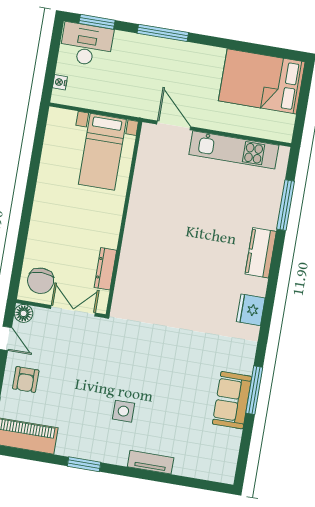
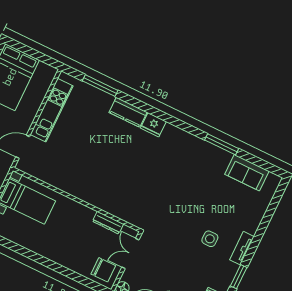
fridge: (251, 310) -> (153, 125), moved
sofa: (232, 400) -> (247, 173), moved
tv unit: (151, 462) -> (242, 248), moved

